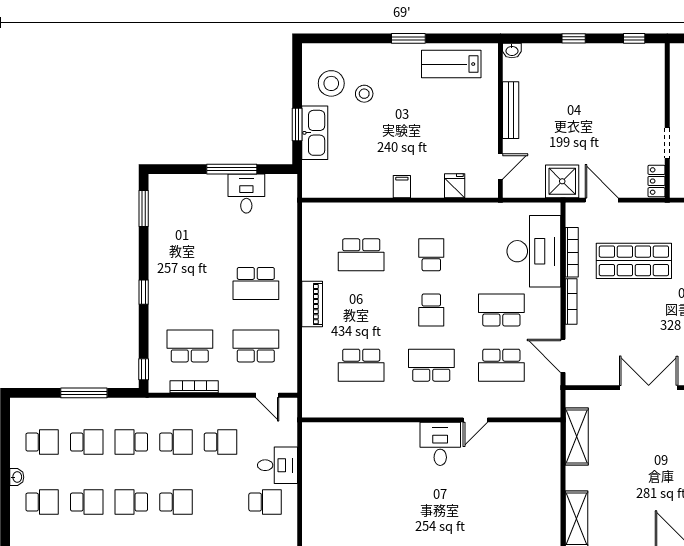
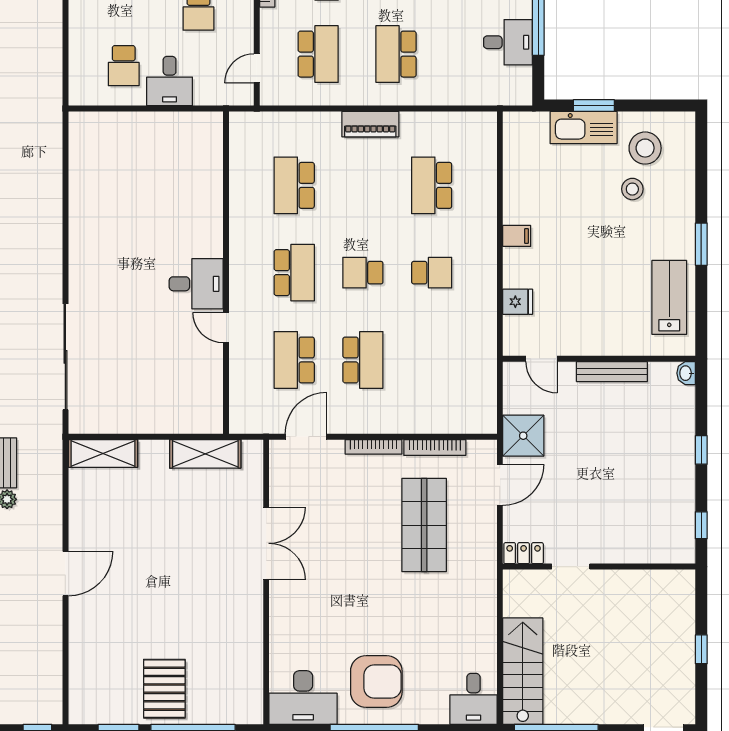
desk: (534, 251) -> (436, 400), removed

